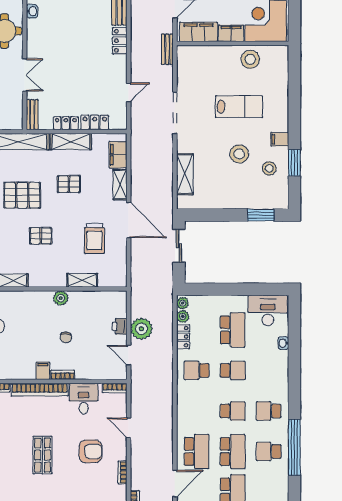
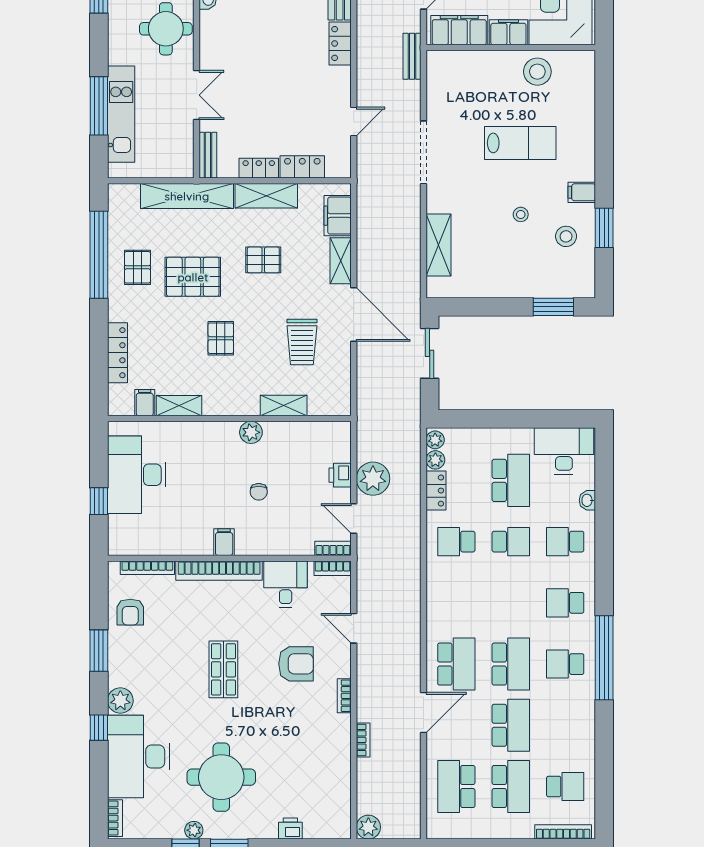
stool: (239, 154) -> (521, 214), width x0.53, depth x0.53
pallet: (41, 236) -> (221, 338), turned 90
bookcase: (63, 375) -> (333, 548), moved
school desk: (233, 411) -> (565, 542), moved, turned 180

